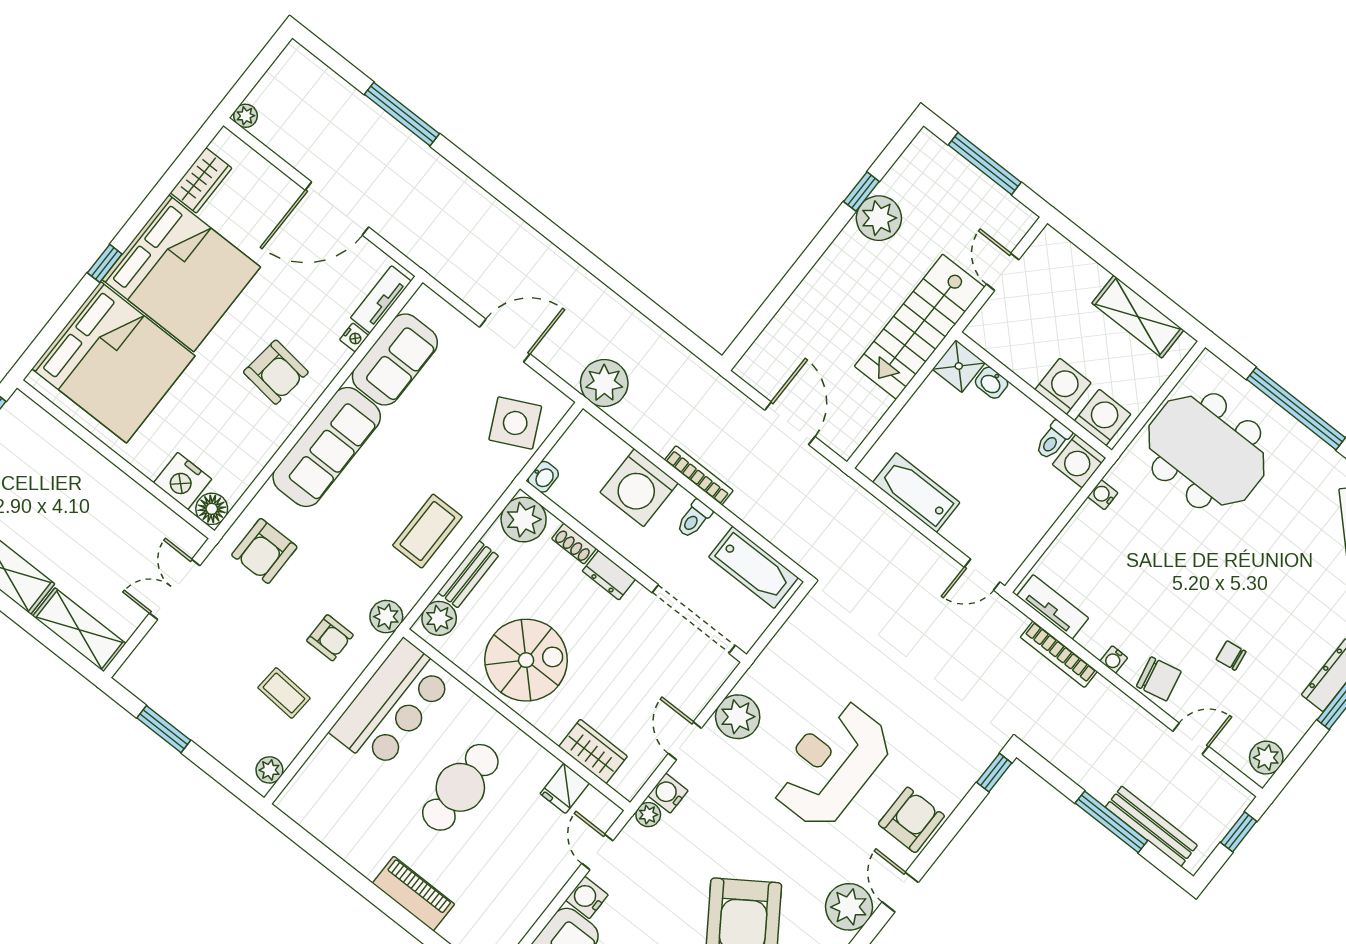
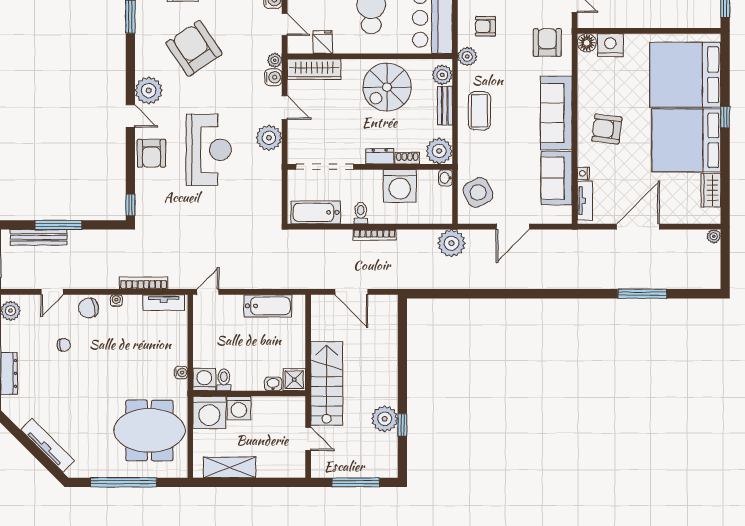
washing machine: (1103, 417) -> (209, 412), width x1.37, depth x1.37
washing machine: (639, 488) -> (400, 186), moved, turned 180
wardrobe: (593, 751) -> (314, 69), width x1.50

